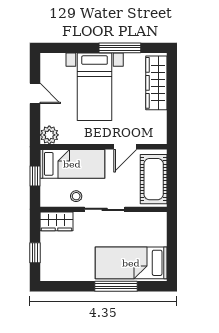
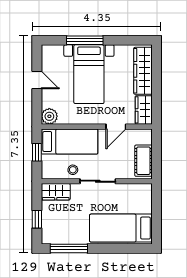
window: (120, 48) -> (85, 40), moved
wardrobe: (157, 128) -> (144, 110), added
cot: (154, 179) -> (143, 161), width x0.73, depth x0.75
window: (116, 286) -> (69, 248), moved

